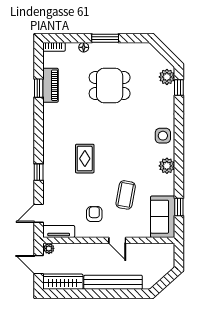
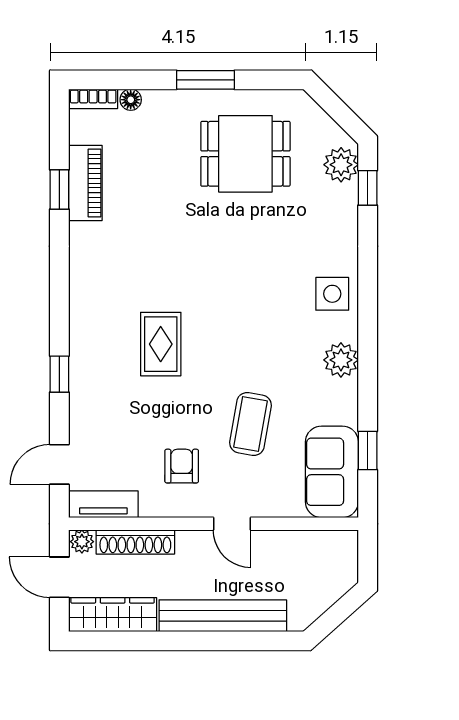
floor lamp: (84, 47) -> (131, 100), moved
dining table: (110, 85) -> (245, 154), moved
shoe rack: (73, 249) -> (135, 542), added

